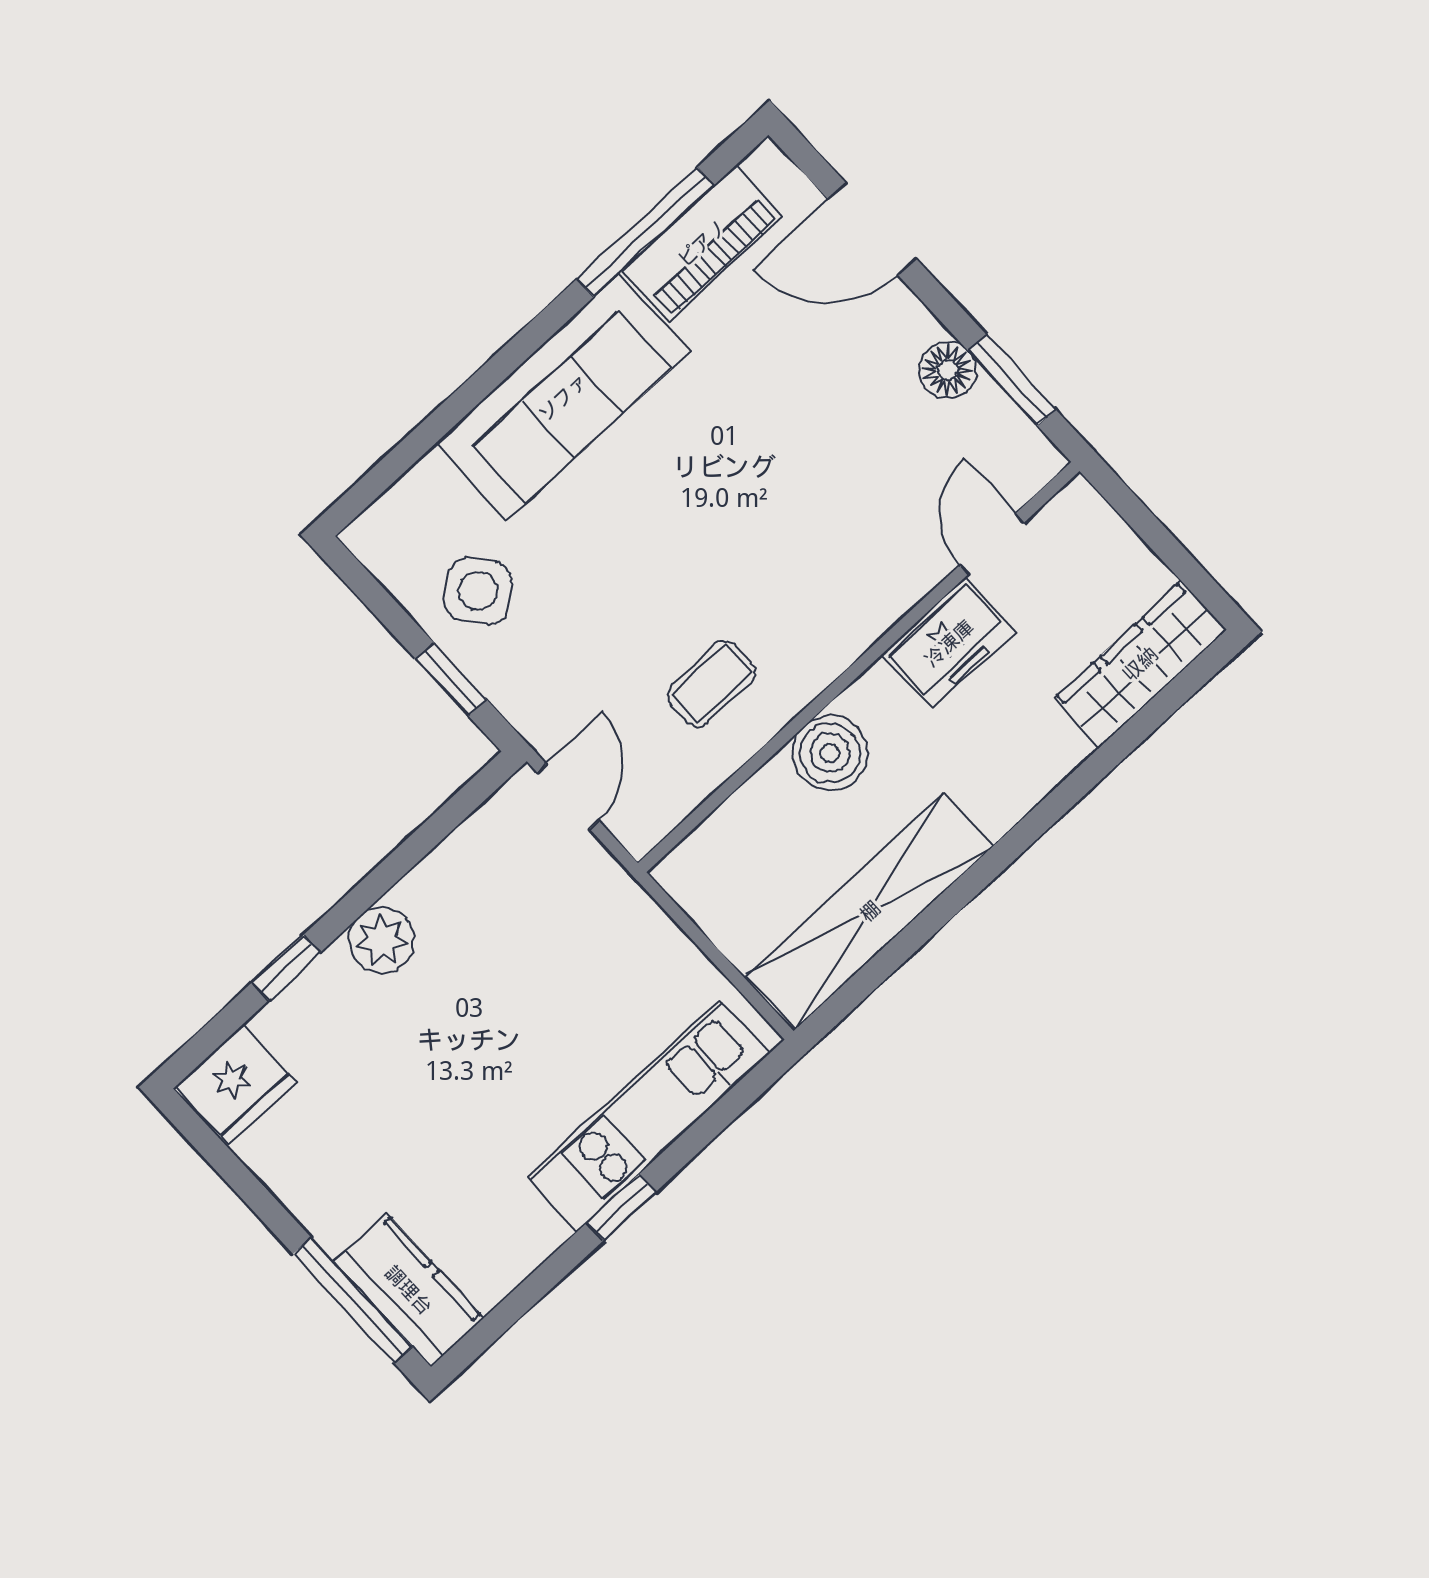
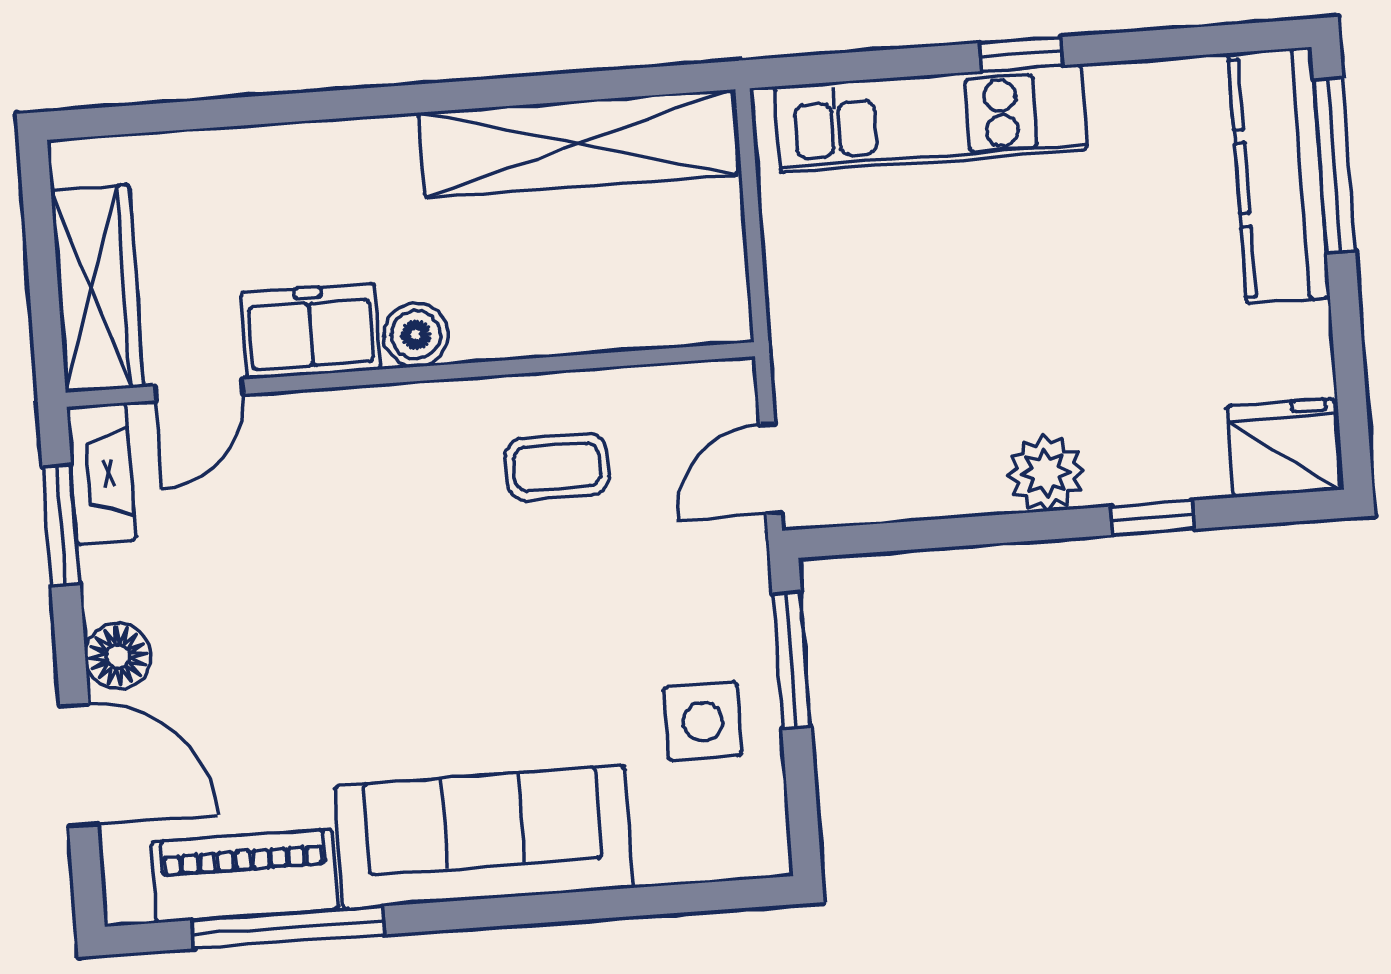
floor lamp: (948, 370) -> (118, 656), moved
fireplace: (1013, 436) -> (101, 474), added
side table: (478, 591) -> (703, 722), turned 38
wardrobe: (1140, 664) -> (97, 289), moved, turned -90
window: (451, 679) -> (792, 660), width x1.50
boiler: (830, 753) -> (416, 335), moved, width x0.73, depth x0.73
kitchen counter: (409, 1290) -> (1279, 176), width x1.50

